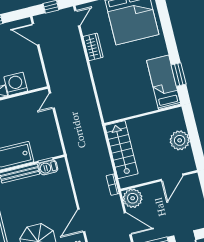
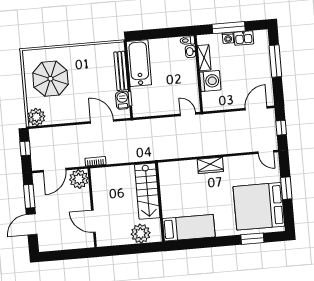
wardrobe: (93, 47) -> (210, 165), moved
window: (179, 75) -> (252, 239), moved
plant: (180, 140) -> (141, 234), moved
stairs: (121, 150) -> (147, 191), moved, turned 90
door: (81, 221) -> (102, 121), moved

